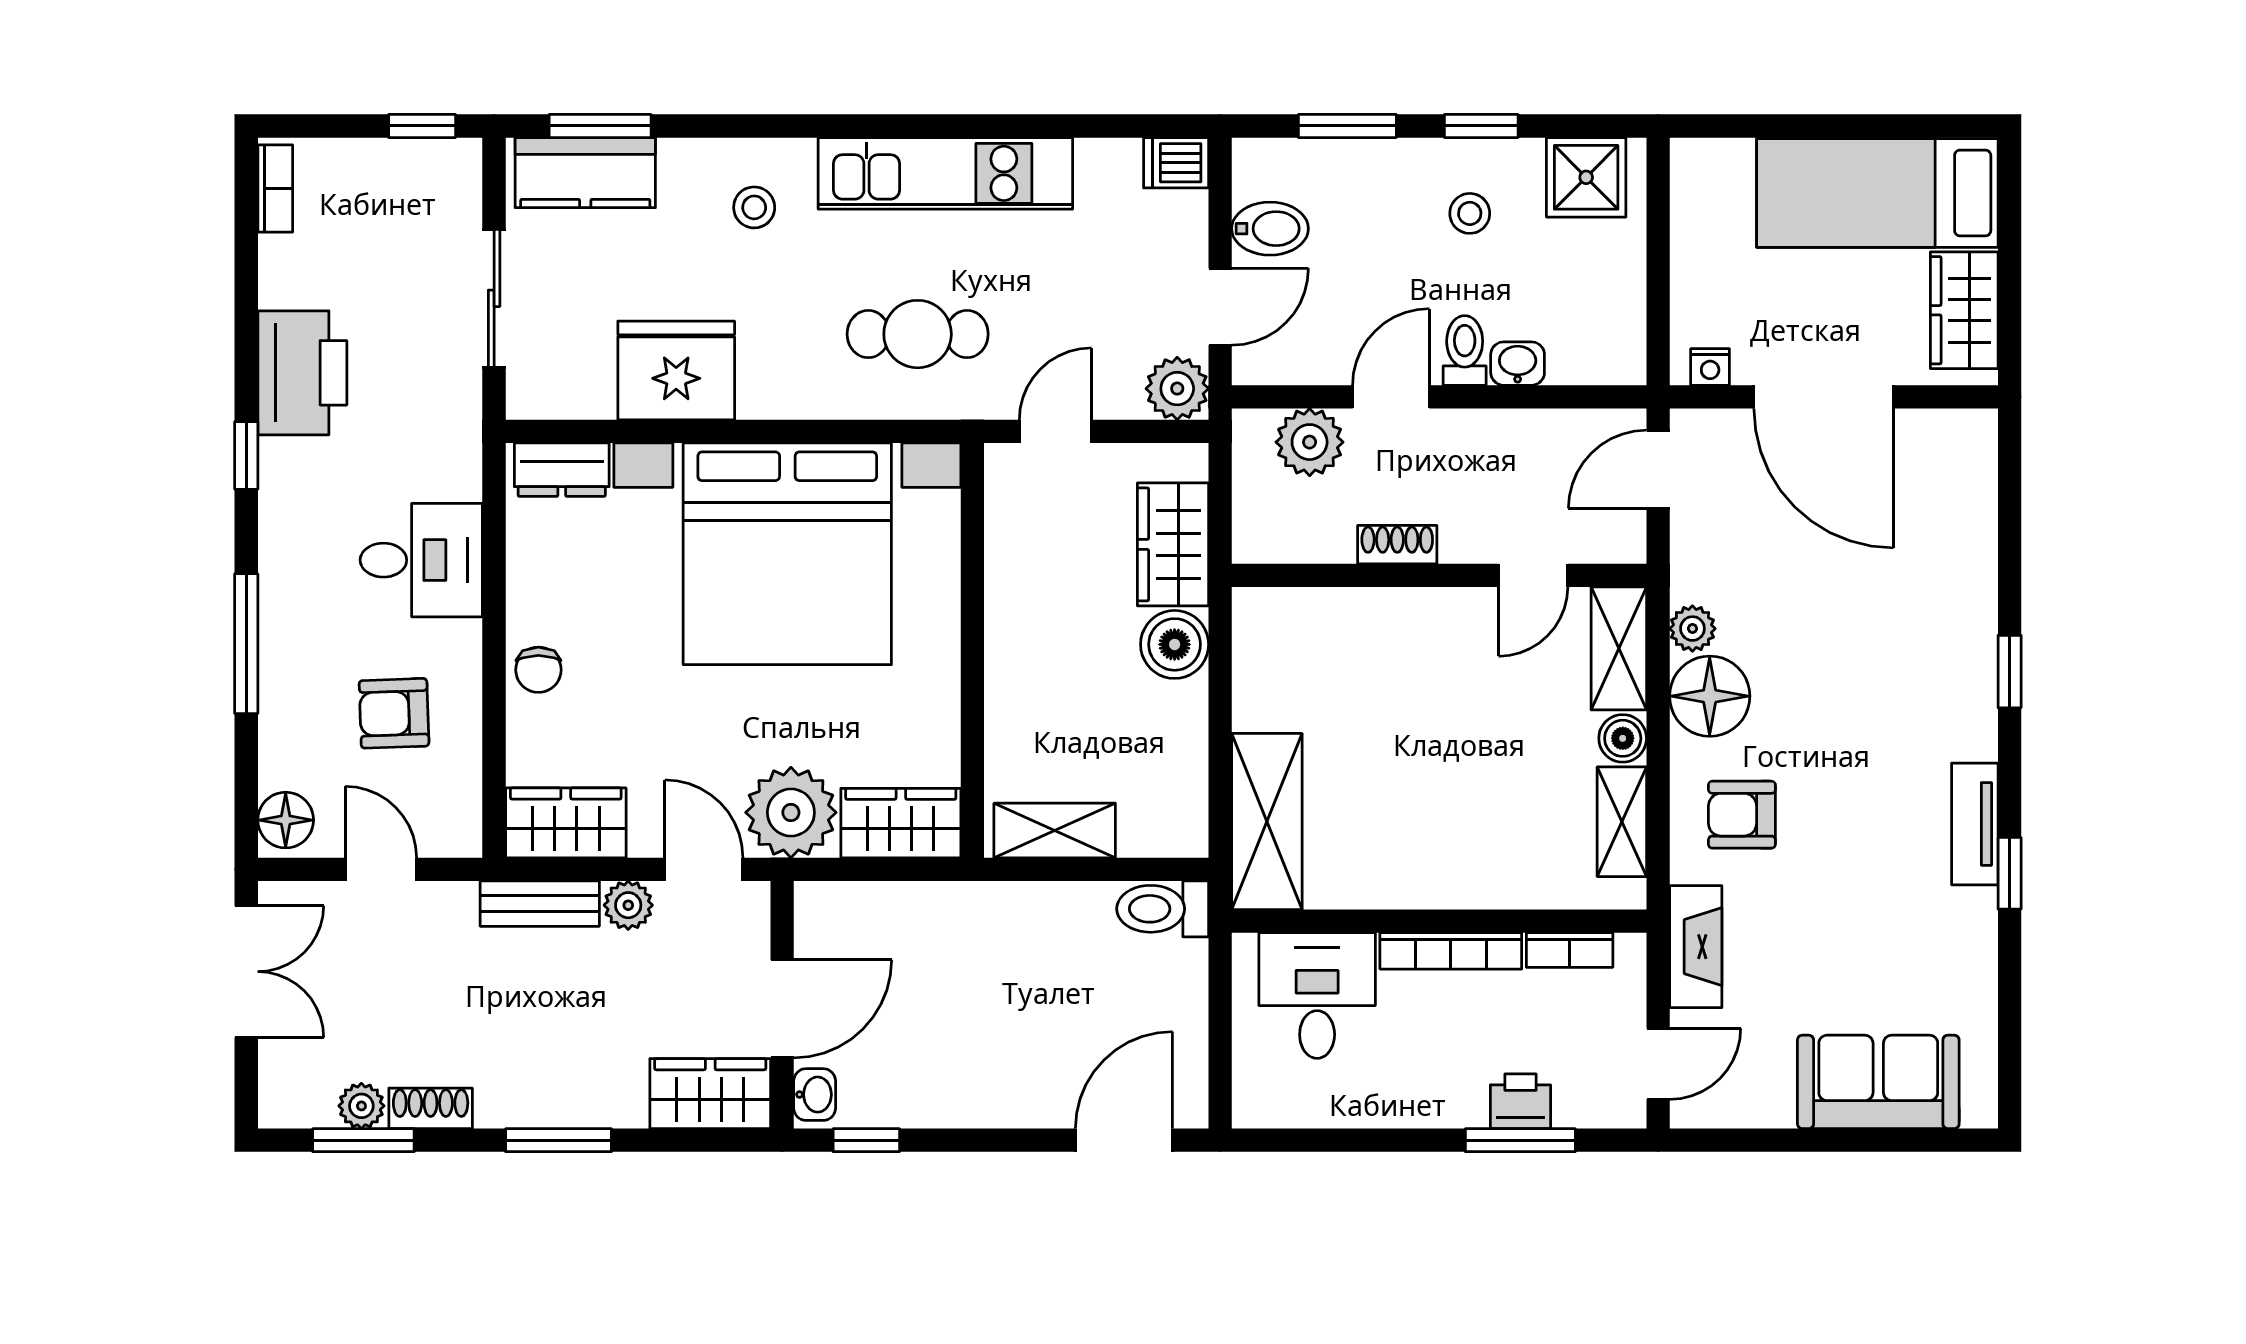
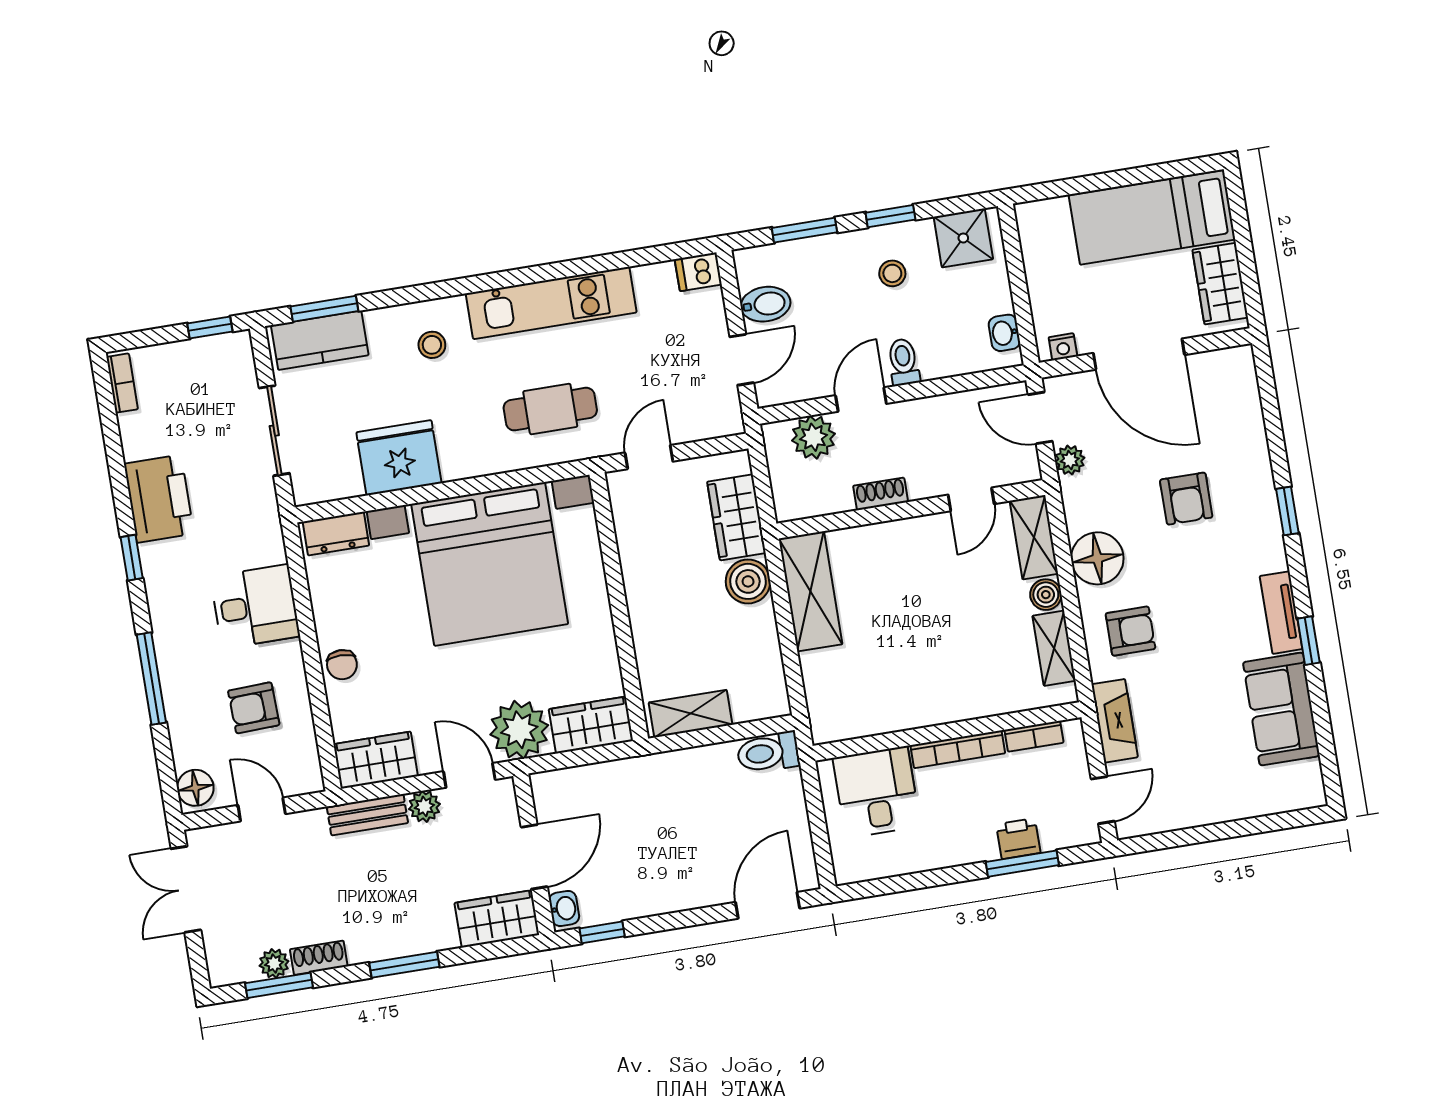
washbasin: (1518, 364) -> (1004, 333), moved, turned -90
plant: (1177, 389) -> (723, 417), removed
door: (1658, 469) -> (1040, 418), hinge flipped
armchair: (1859, 628) -> (1186, 499), added
plant: (1692, 629) -> (1070, 460), moved
armchair: (1742, 815) -> (1130, 631), turned 180
shelving: (1267, 822) -> (811, 591), moved
double door: (246, 972) -> (186, 889), swing flipped
sofa: (1878, 1082) -> (1281, 709), moved, turned -90

